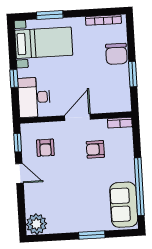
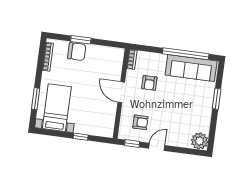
window: (133, 74) -> (81, 40), moved
desk: (34, 97) -> (99, 124), removed
sofa: (124, 205) -> (191, 68), width x1.36

